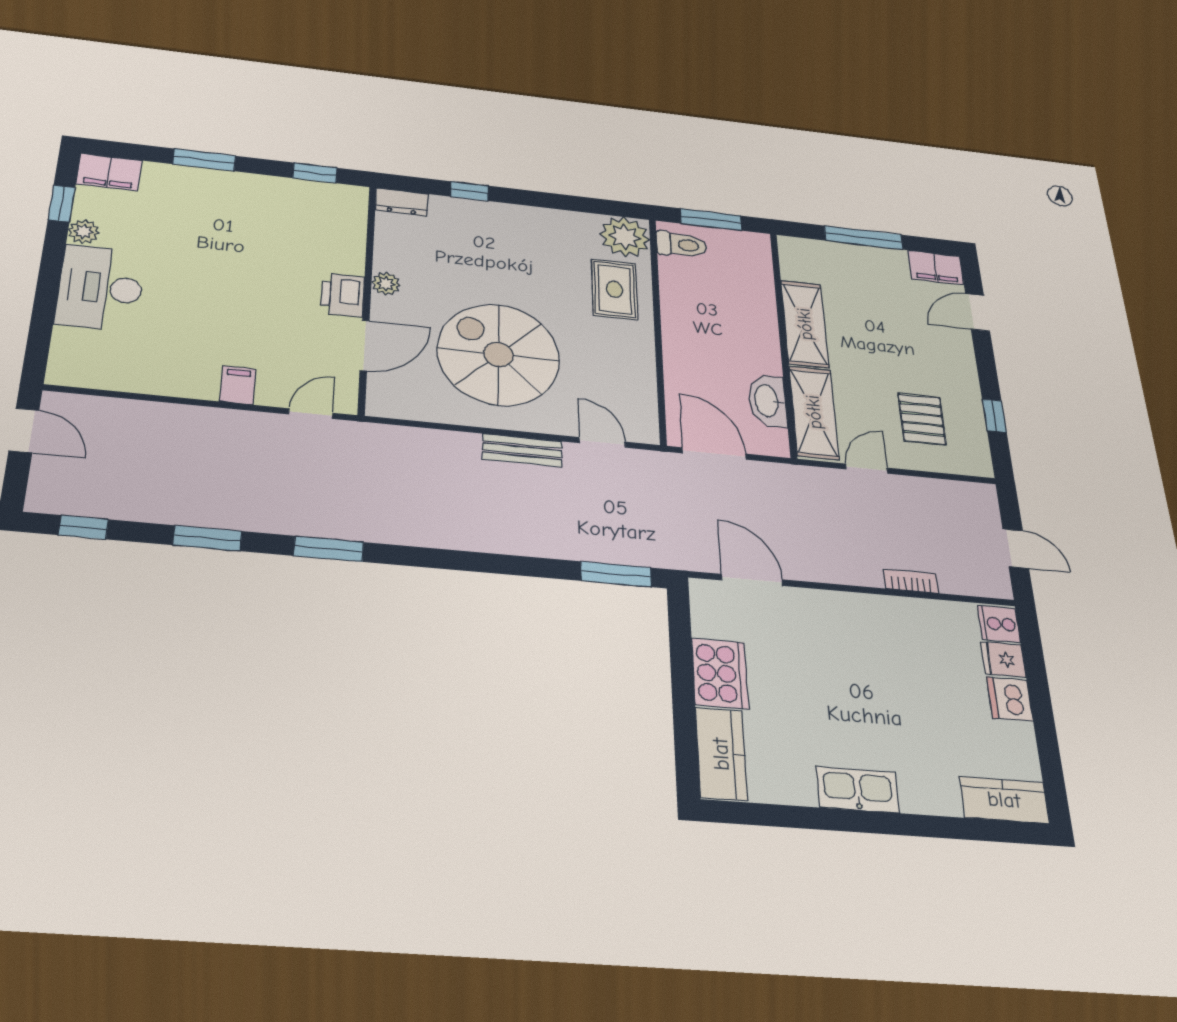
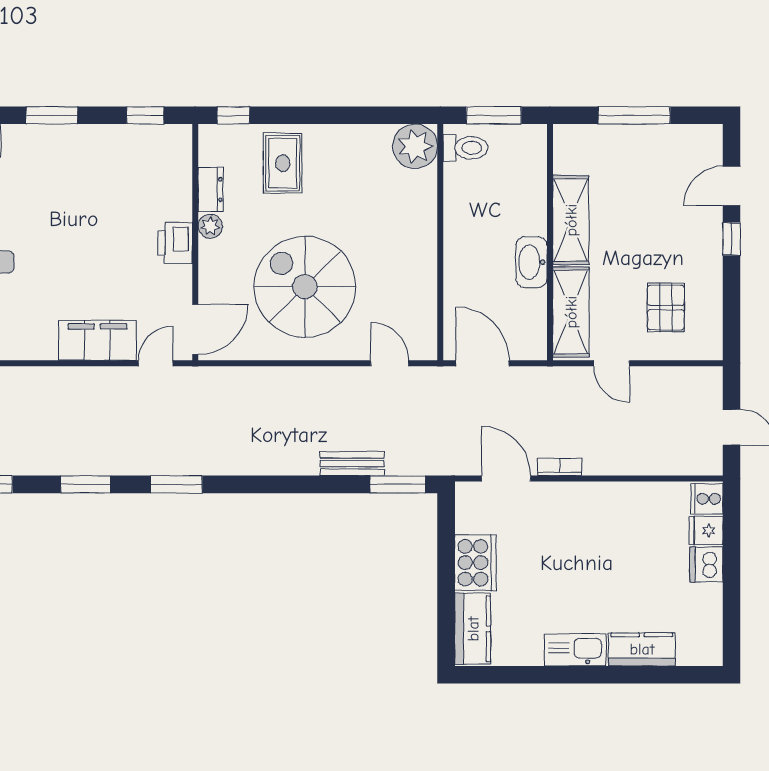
window: (469, 191) -> (233, 115), moved
dresser: (402, 202) -> (211, 190), moved, turned -90
filing cabinet: (936, 267) -> (699, 140), removed
rug: (614, 289) -> (283, 163), moved
door: (365, 345) -> (195, 329), moved
filing cabinet: (238, 385) -> (97, 340), width x3.00, depth x1.17
washbasin: (767, 401) -> (531, 262), moved
window: (994, 416) -> (732, 239), moved
bench: (522, 450) -> (352, 464), moved
door: (867, 469) -> (612, 363), swing flipped
bookcase: (911, 581) -> (560, 467), moved
kitchen counter: (1004, 800) -> (642, 649), moved

